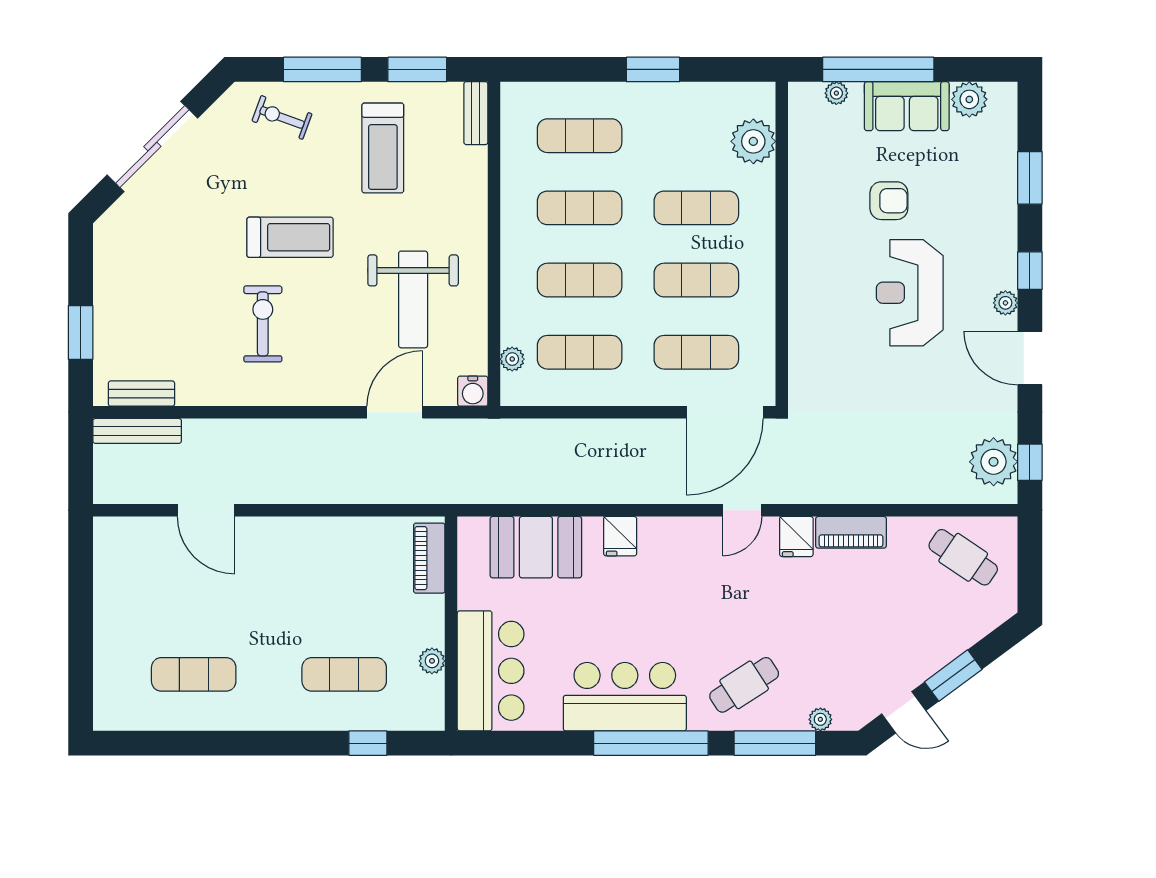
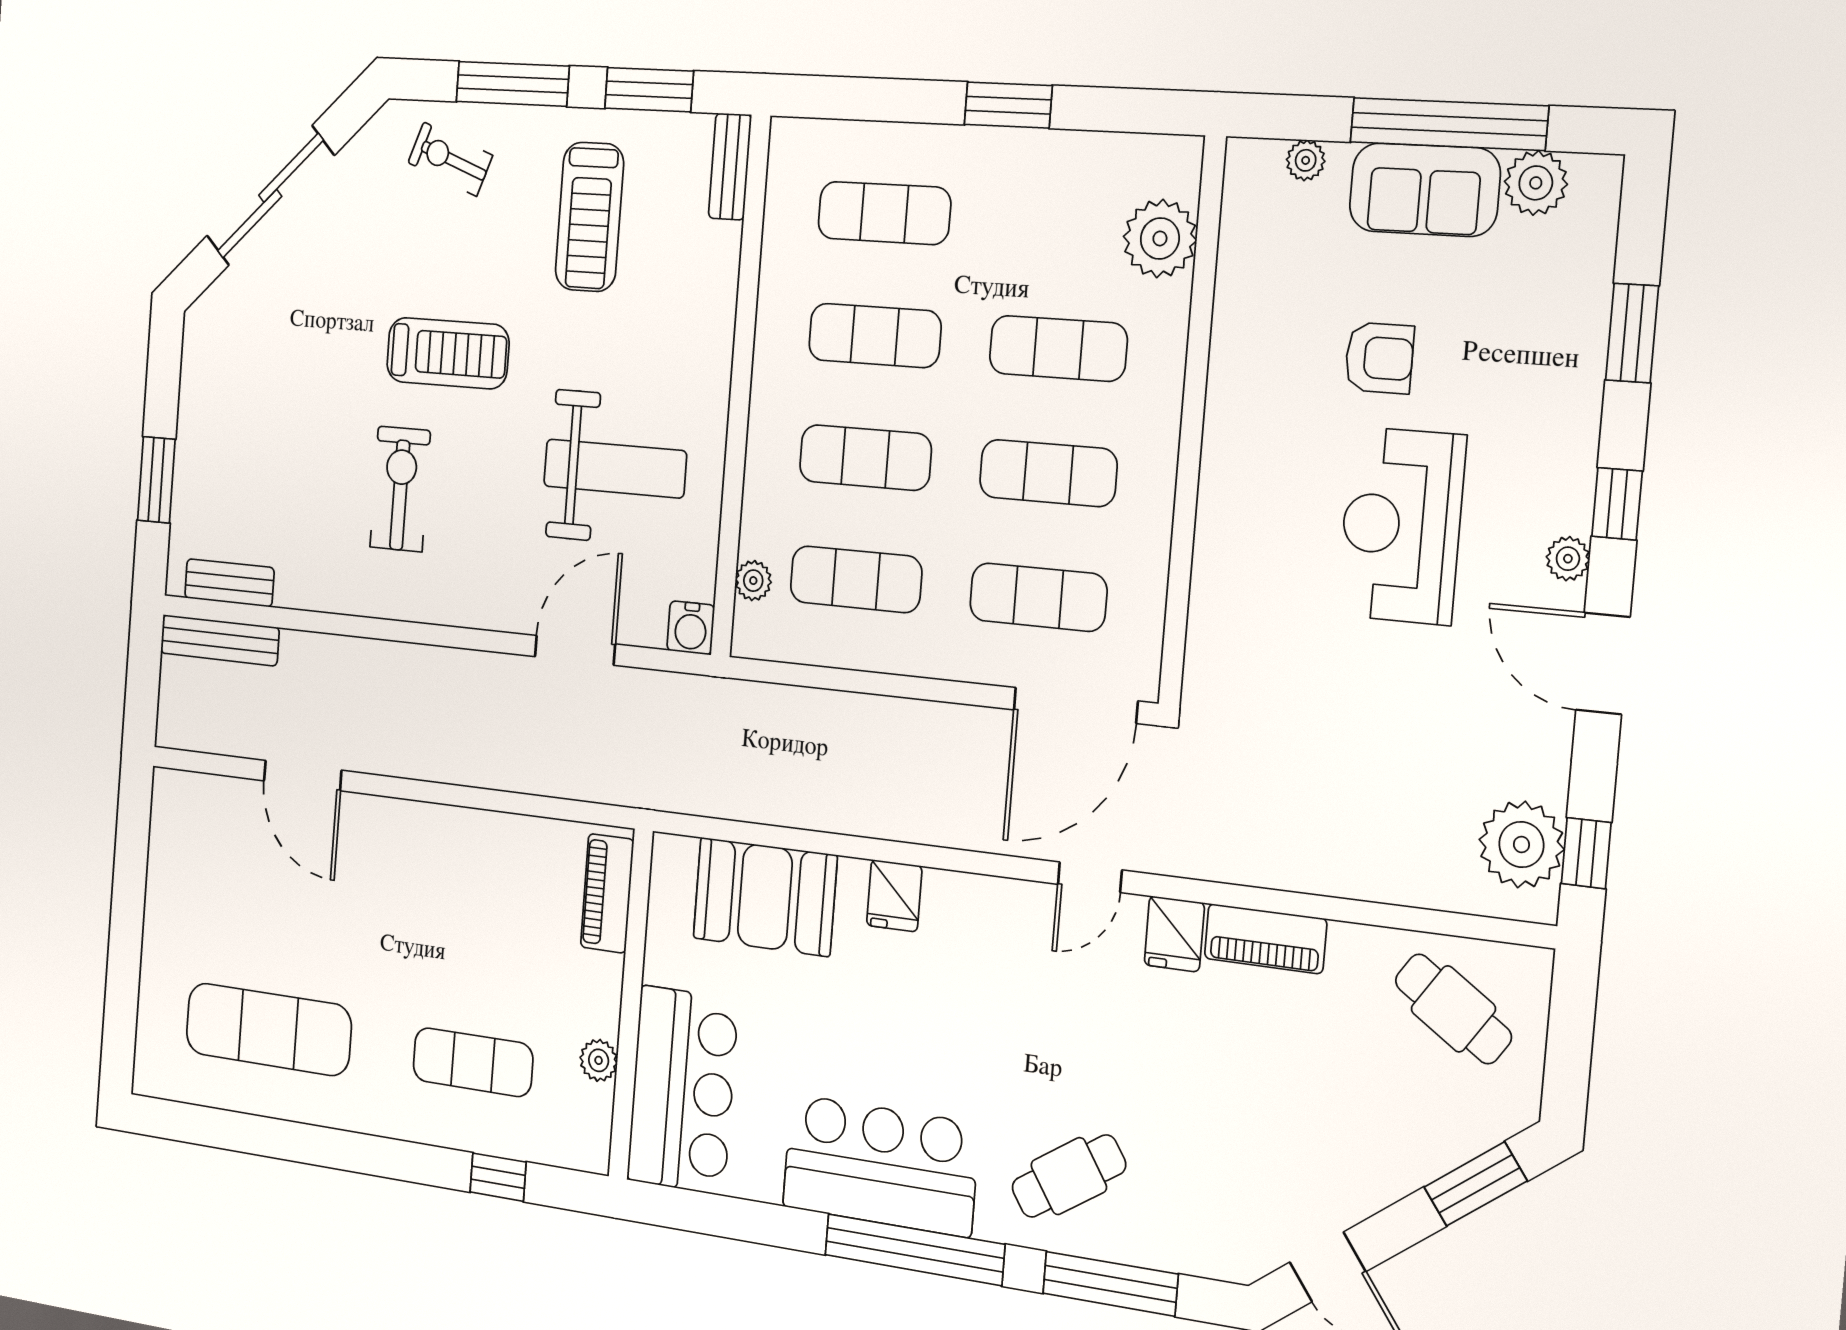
window: (878, 69) -> (1449, 124), moved
weight bench: (413, 299) -> (615, 469), turned -90
exercise mat: (194, 674) -> (268, 1029), width x1.36, depth x1.45
window: (953, 676) -> (1475, 1184), moved
plant: (820, 719) -> (1187, 1256), removed

